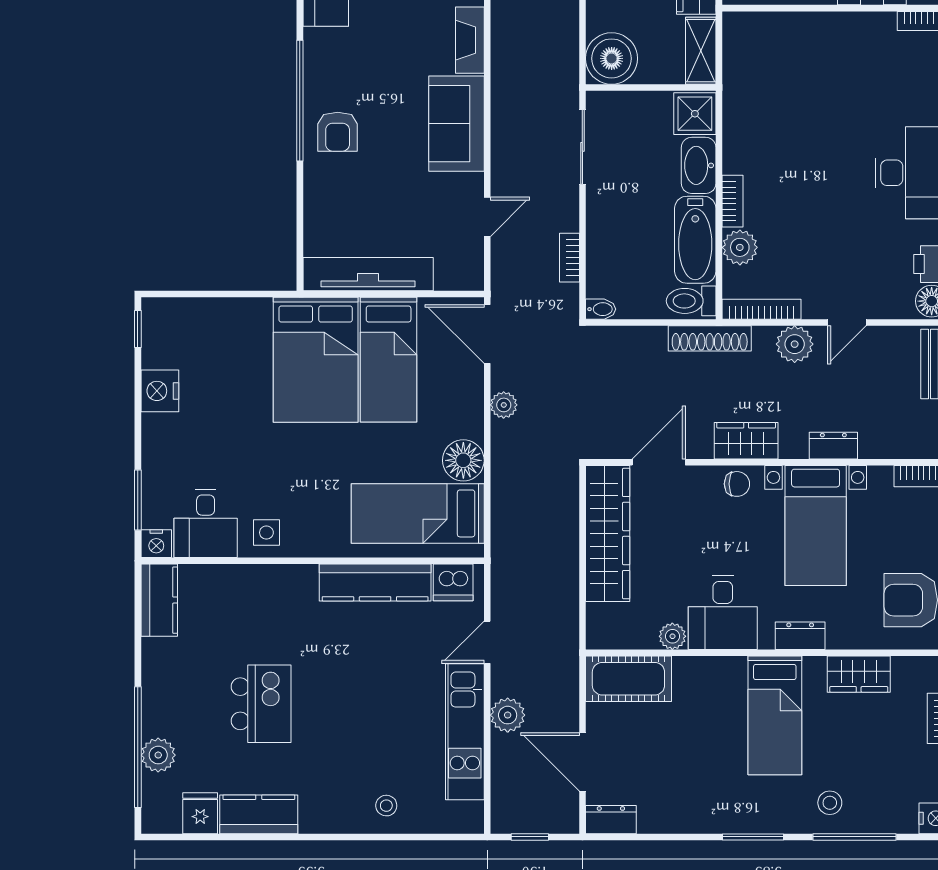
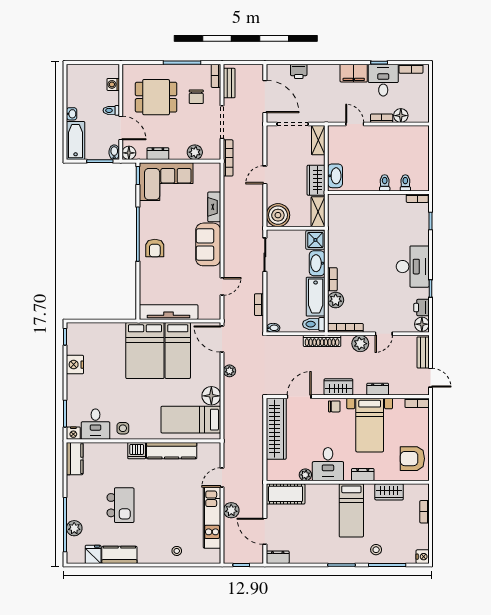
dishwasher: (453, 582) -> (137, 451), moved

